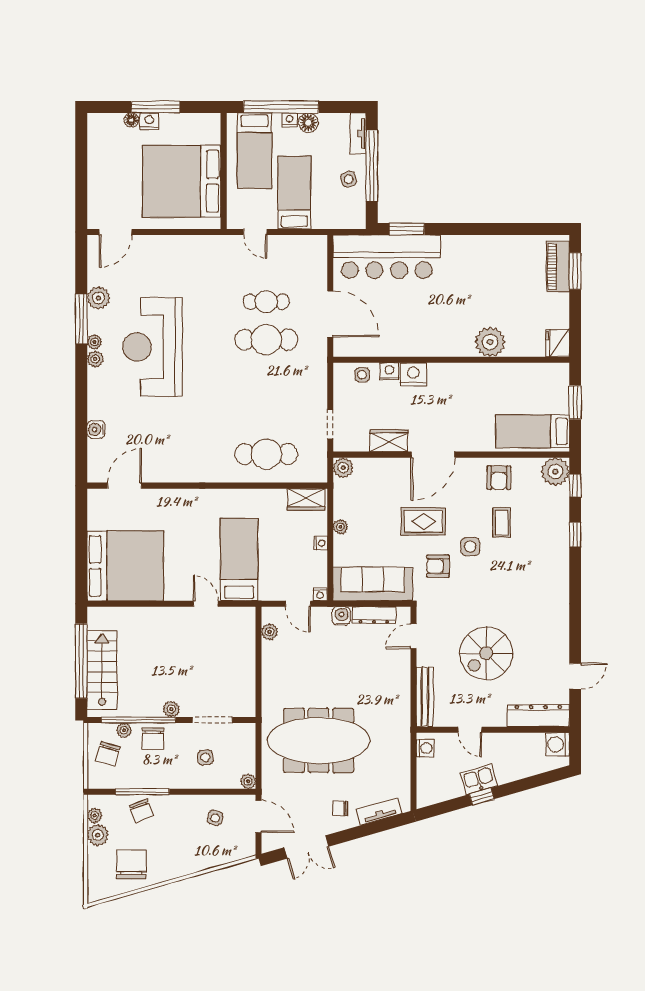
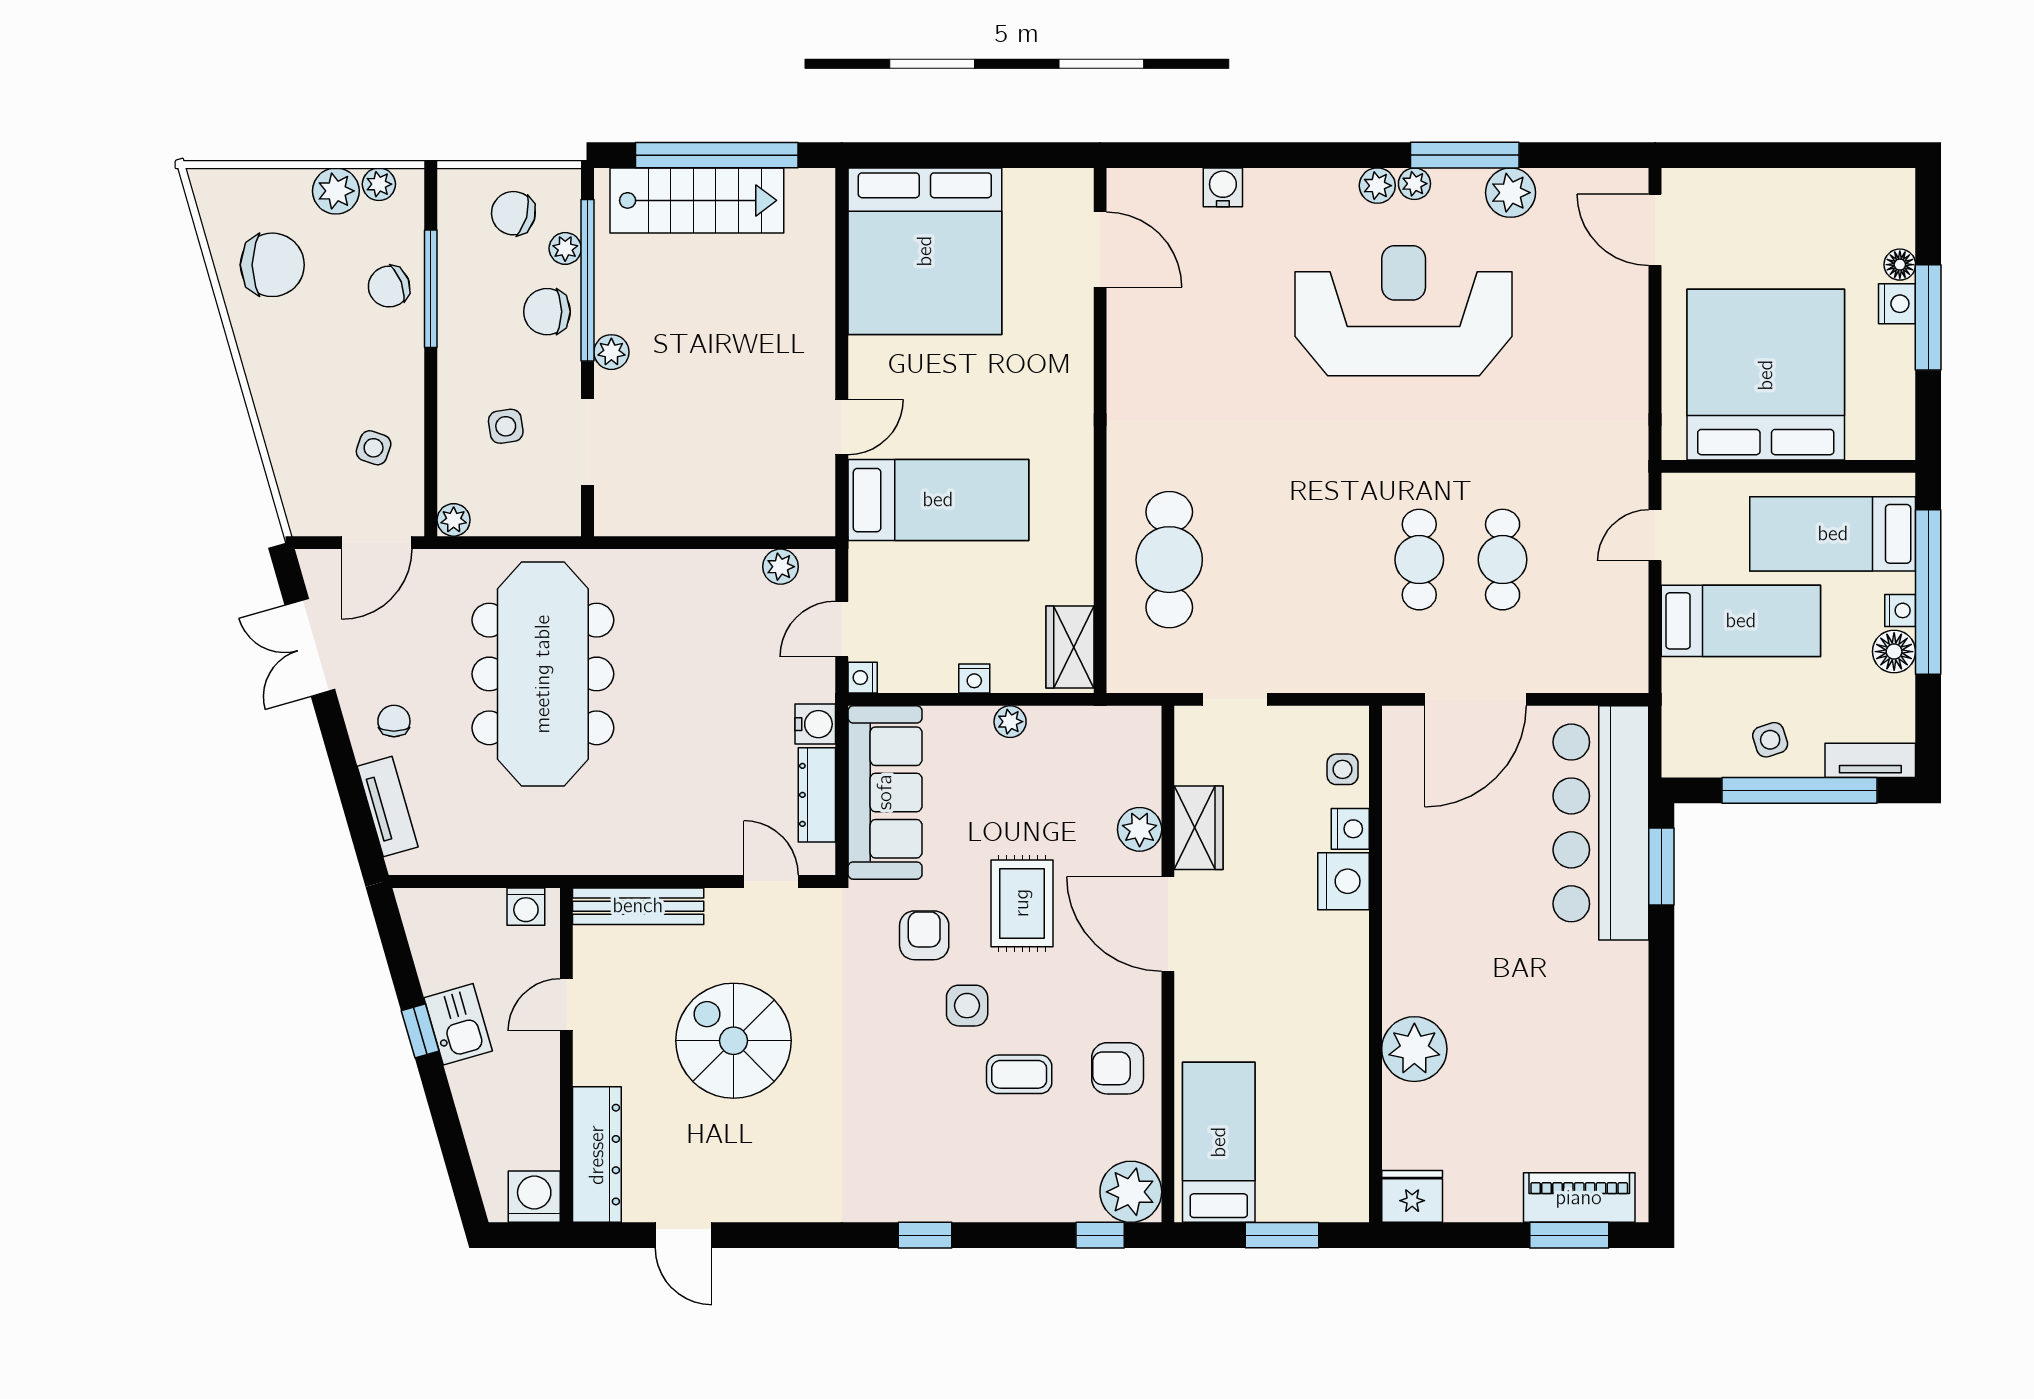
cafe table: (266, 340) -> (1419, 560), width x0.73, depth x0.74
plant: (343, 468) -> (1140, 829), moved
window: (575, 535) -> (925, 1235), moved

